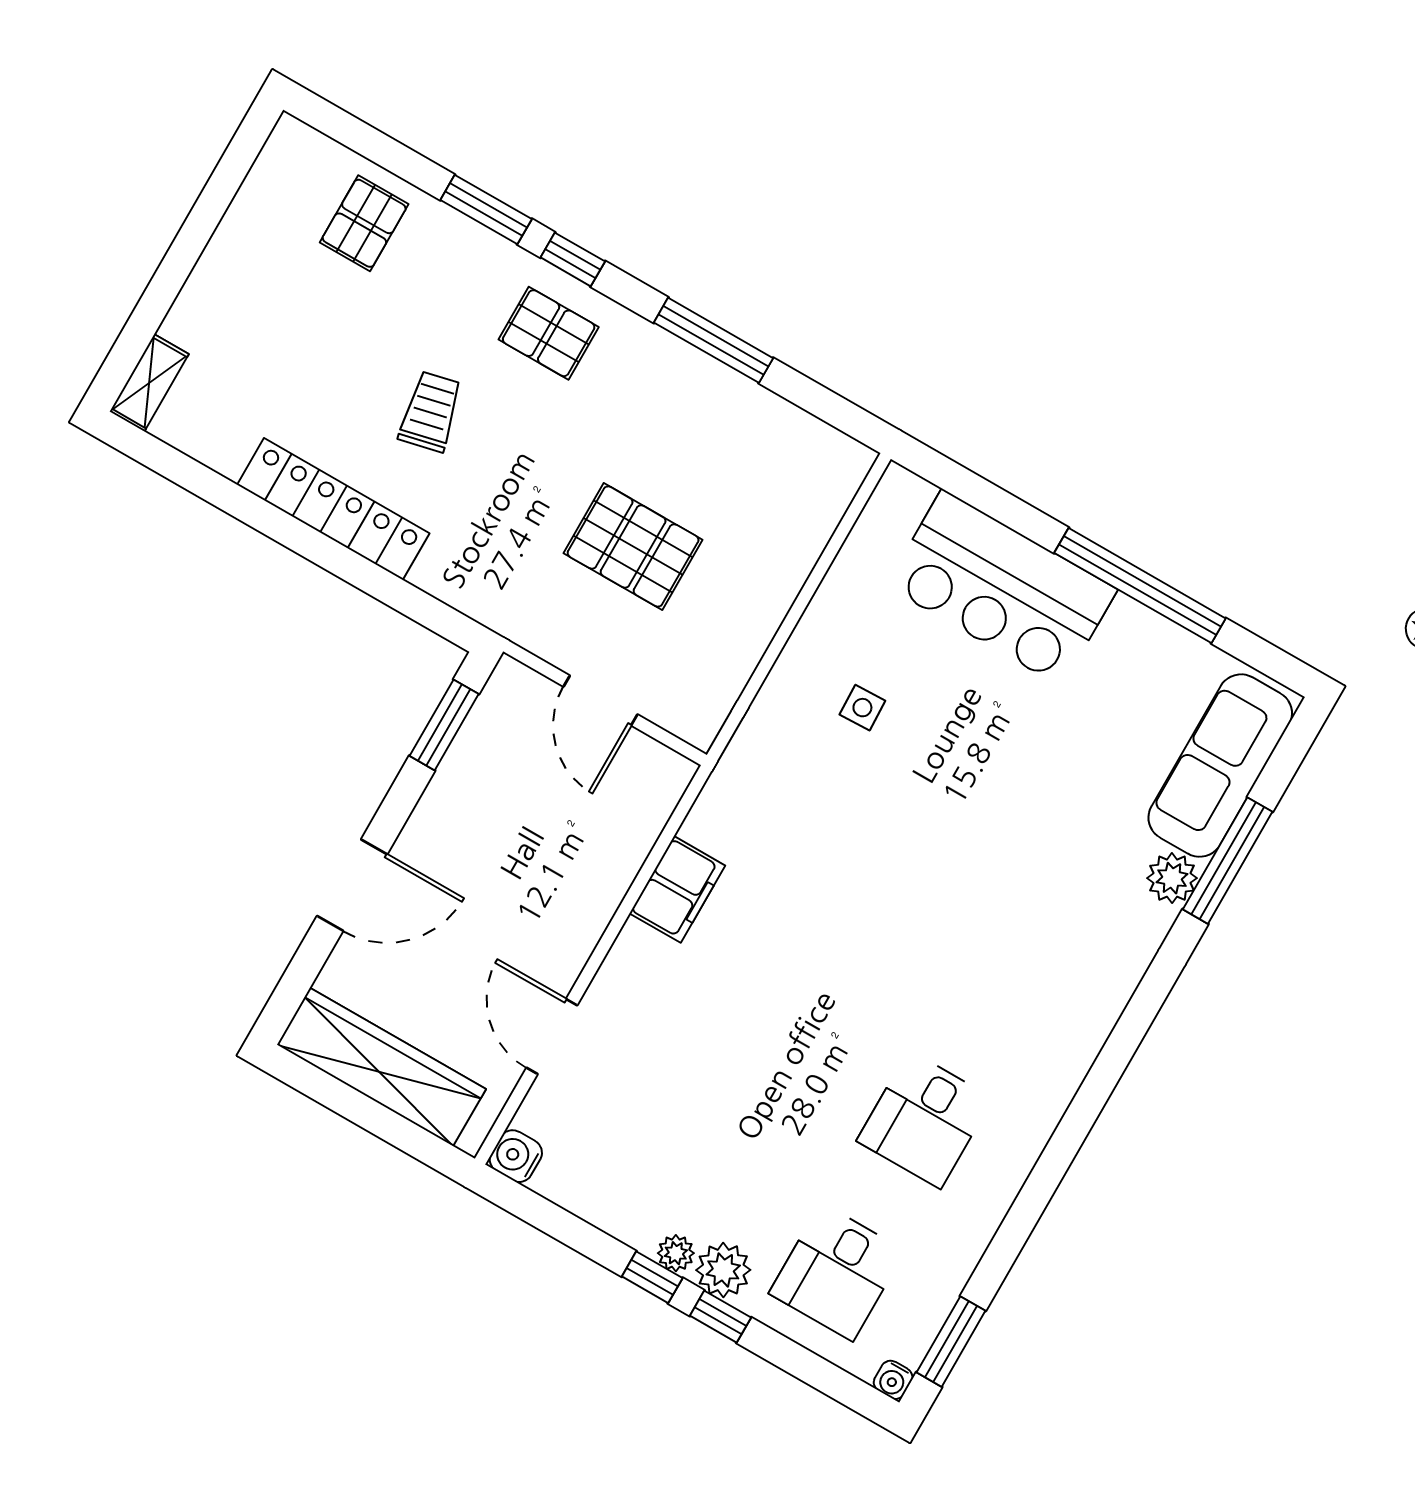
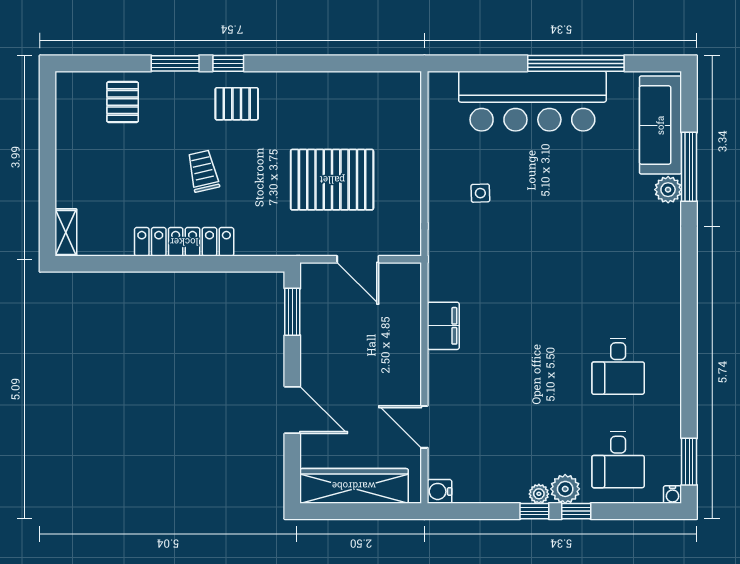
window: (713, 340) -> (314, 63), removed
pallet: (633, 546) -> (332, 180), width x1.37, depth x1.41
bar counter: (1002, 588) -> (532, 101), width x1.36
door: (352, 885) -> (292, 410), hinge flipped

